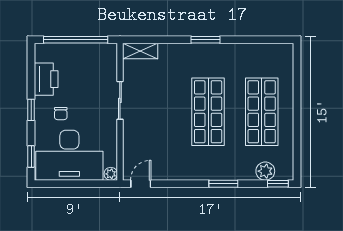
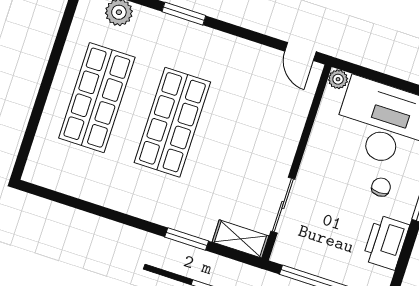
window: (205, 40) -> (187, 239), moved
sliding door: (120, 100) -> (283, 205), moved
door: (141, 184) -> (300, 52), hinge flipped

